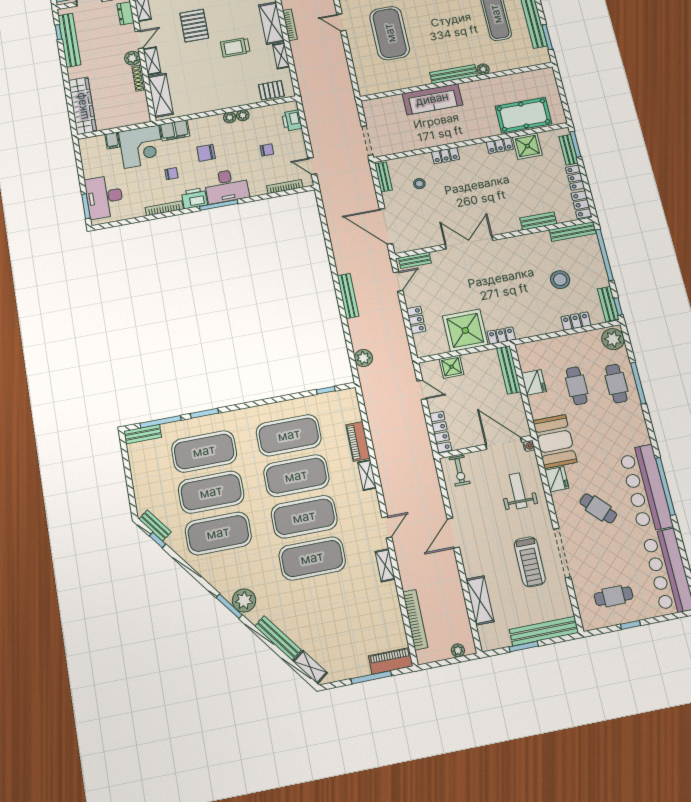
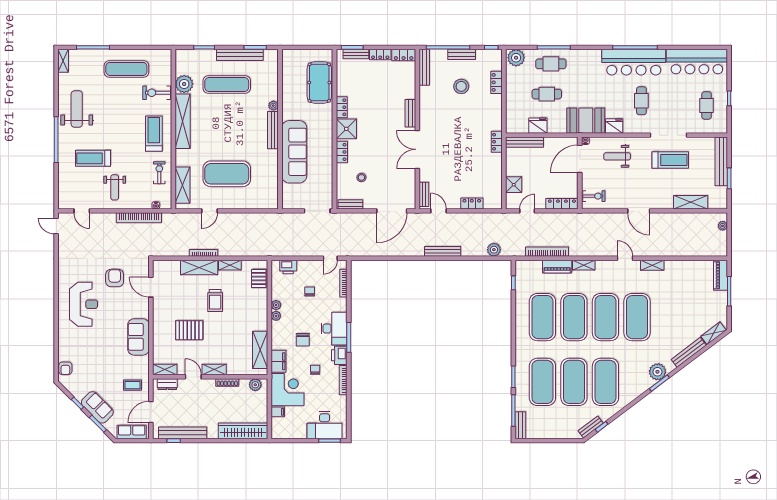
plant: (132, 58) -> (255, 385), moved
shelving: (161, 95) -> (260, 350), moved, turned 90
sofa: (432, 99) -> (294, 152), width x1.36, depth x1.27
shower: (527, 146) -> (346, 129), moved
bench: (538, 221) -> (410, 113), moved
bench: (608, 304) -> (462, 54), moved
shower: (465, 330) -> (487, 168), removed
cafe table: (598, 508) -> (641, 101), turned -46
bookcase: (415, 620) -> (547, 252), moved

